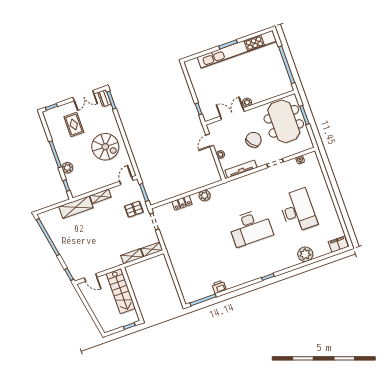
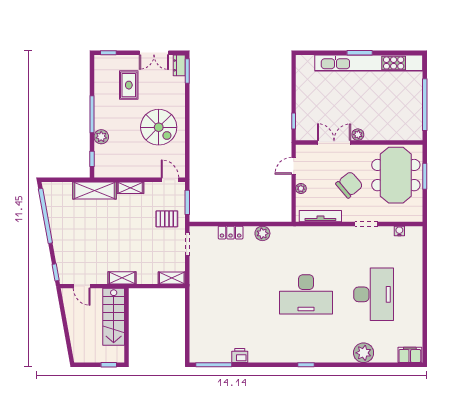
door: (126, 181) -> (170, 180), hinge flipped
shelving: (132, 256) -> (122, 278), moved

